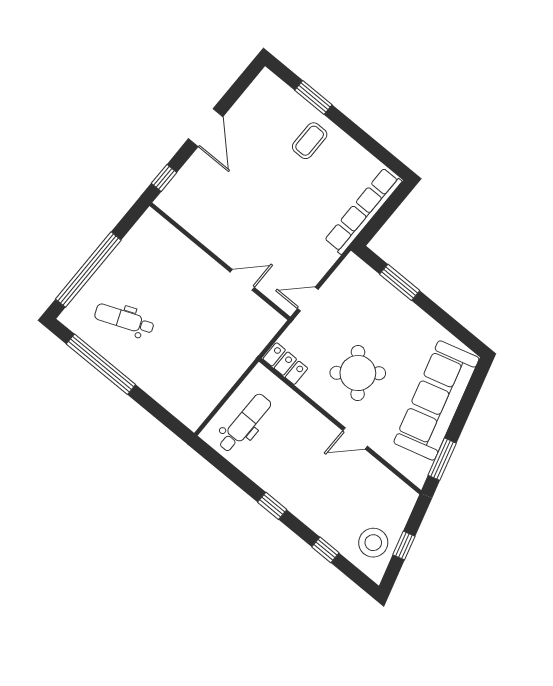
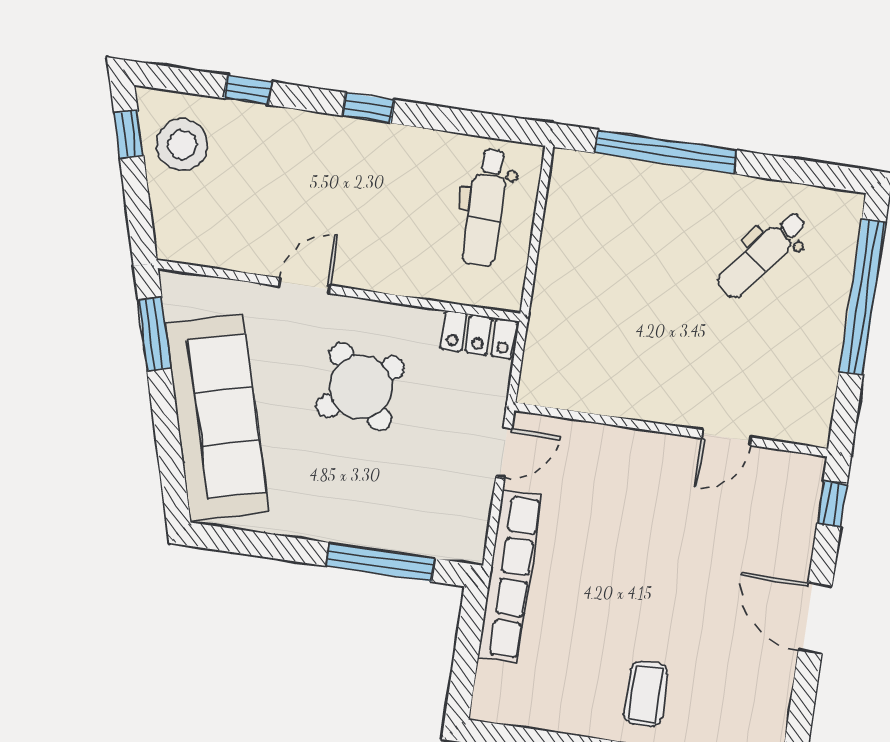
row of seats: (363, 211) -> (510, 576), moved
door: (242, 280) -> (726, 438), moved
window: (400, 282) -> (380, 562), width x1.44
dental chair: (124, 319) -> (762, 254), turned 150
window: (101, 364) -> (666, 152), moved
window: (404, 545) -> (129, 134), moved

